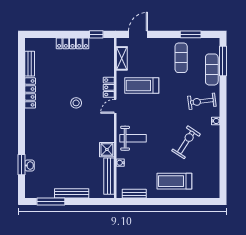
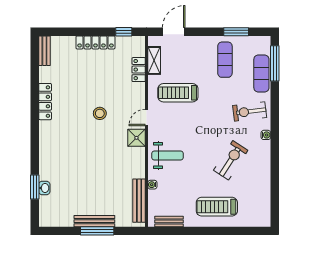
bench: (30, 64) -> (44, 51), moved
locker: (109, 87) -> (139, 70), moved
shower: (107, 150) -> (136, 138), moved
window: (51, 202) -> (97, 231), moved

